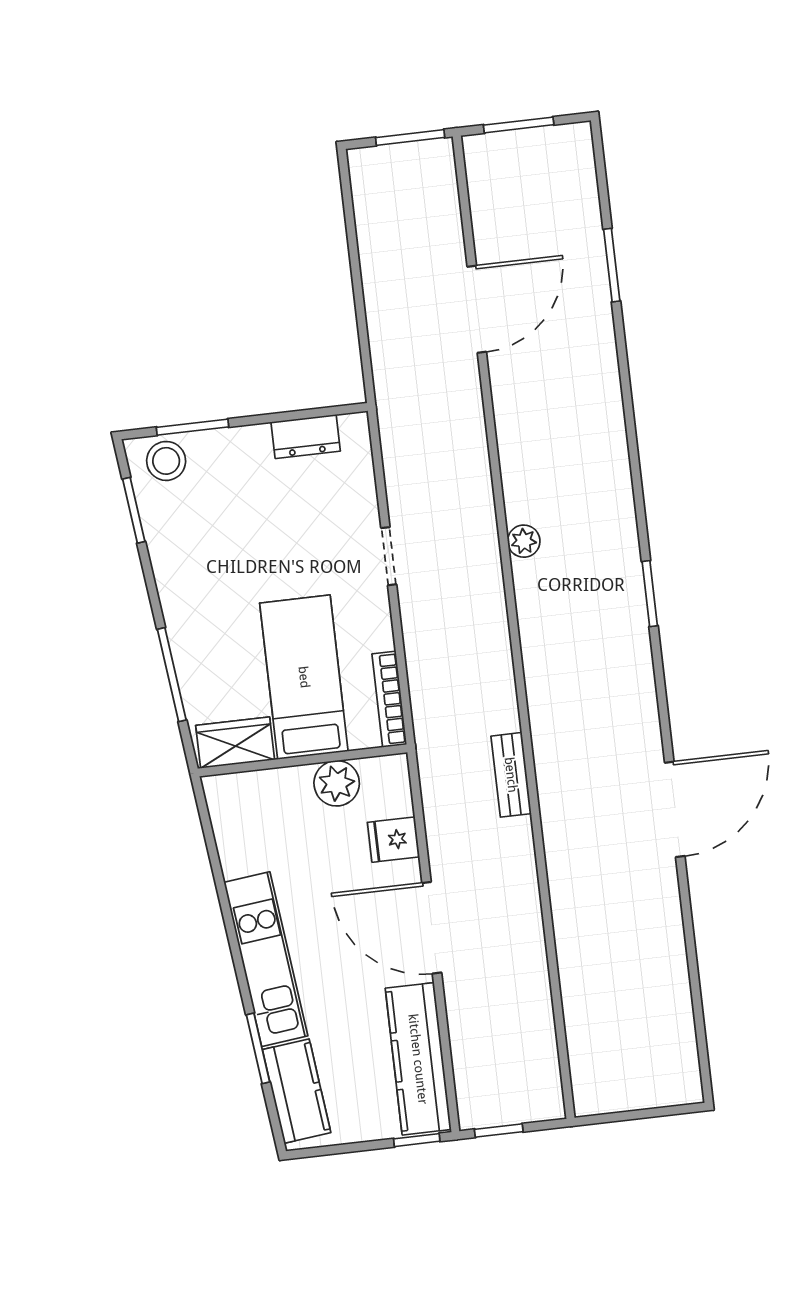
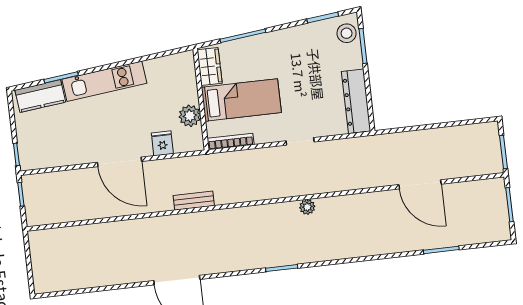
dresser: (306, 436) -> (356, 101), width x1.96, depth x1.24
door: (432, 928) -> (120, 162), swing flipped
kitchen counter: (418, 1059) -> (56, 155), removed

